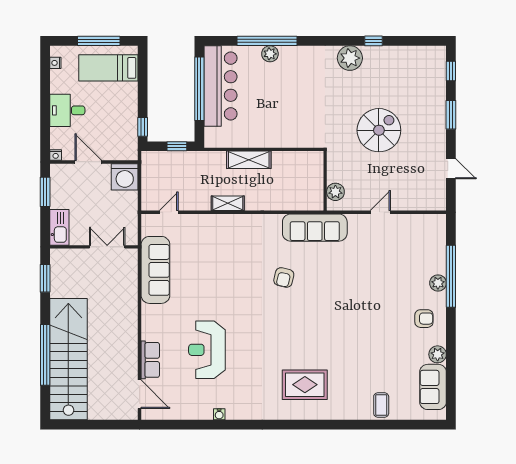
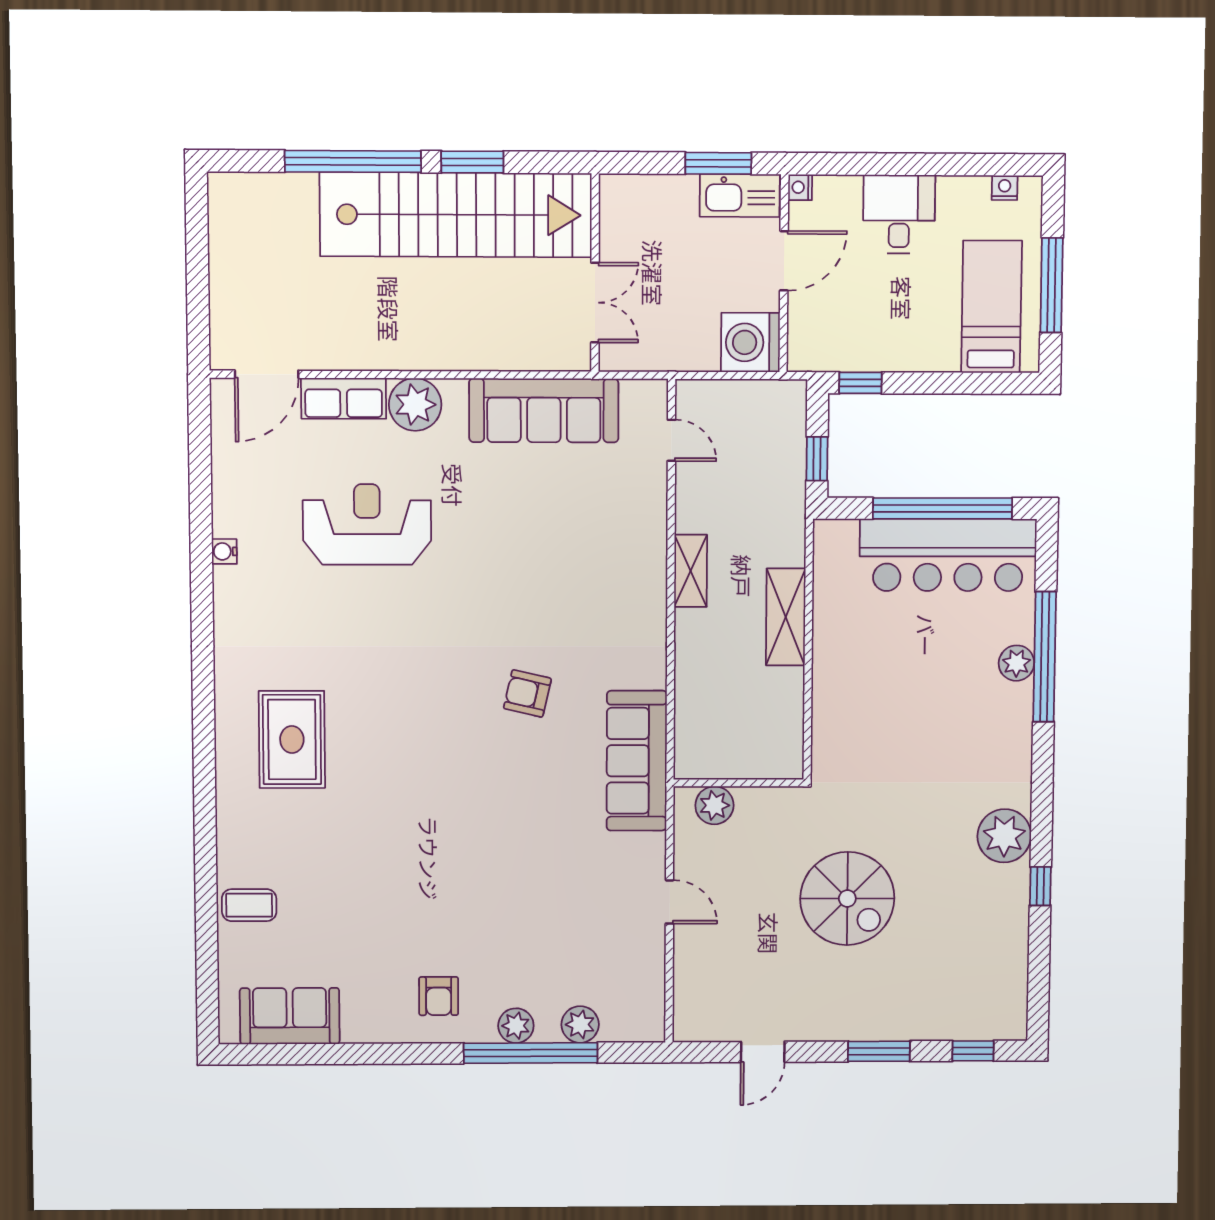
kitchen sink: (59, 227) -> (740, 195), moved
window: (45, 278) -> (472, 162), moved
plant: (153, 328) -> (415, 405), added
plant: (438, 354) -> (580, 1024), moved
stairs: (68, 359) -> (456, 215), moved

